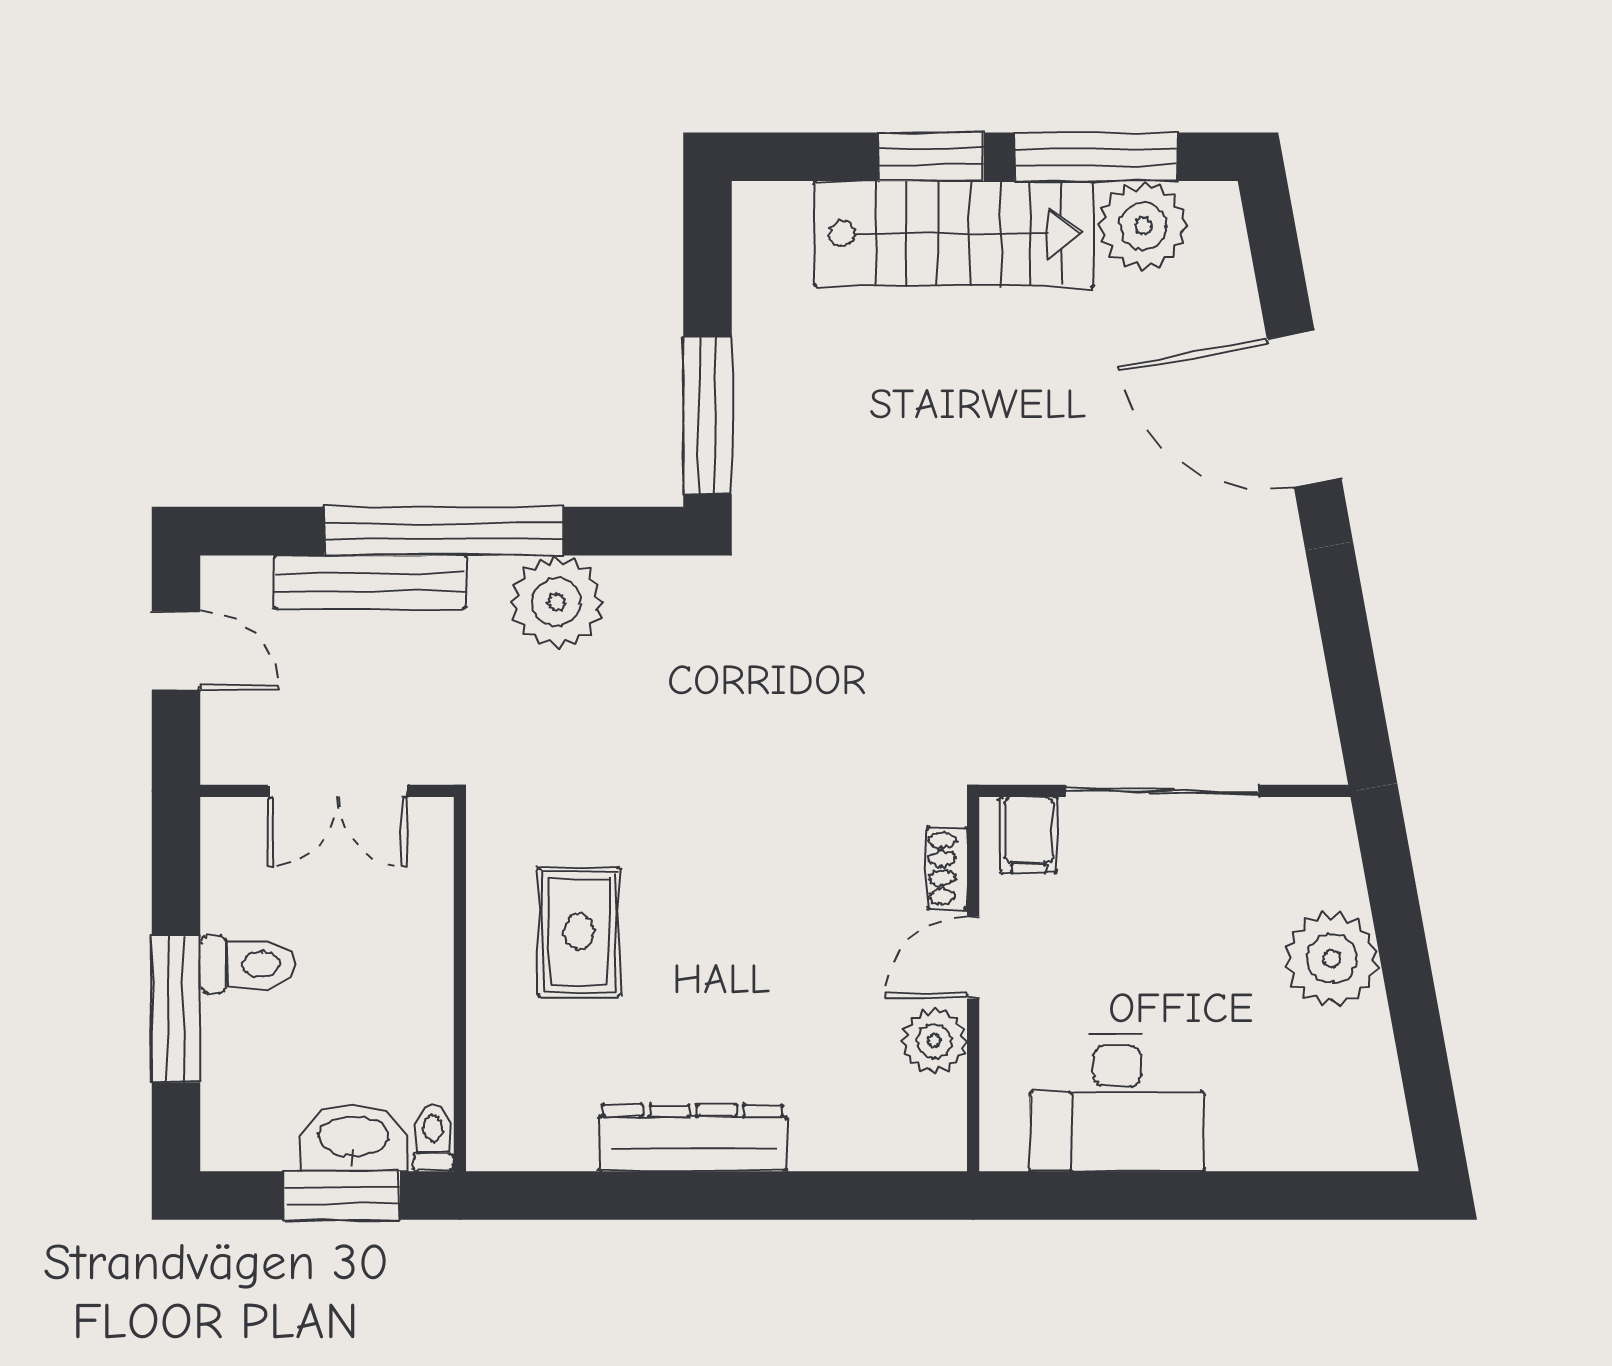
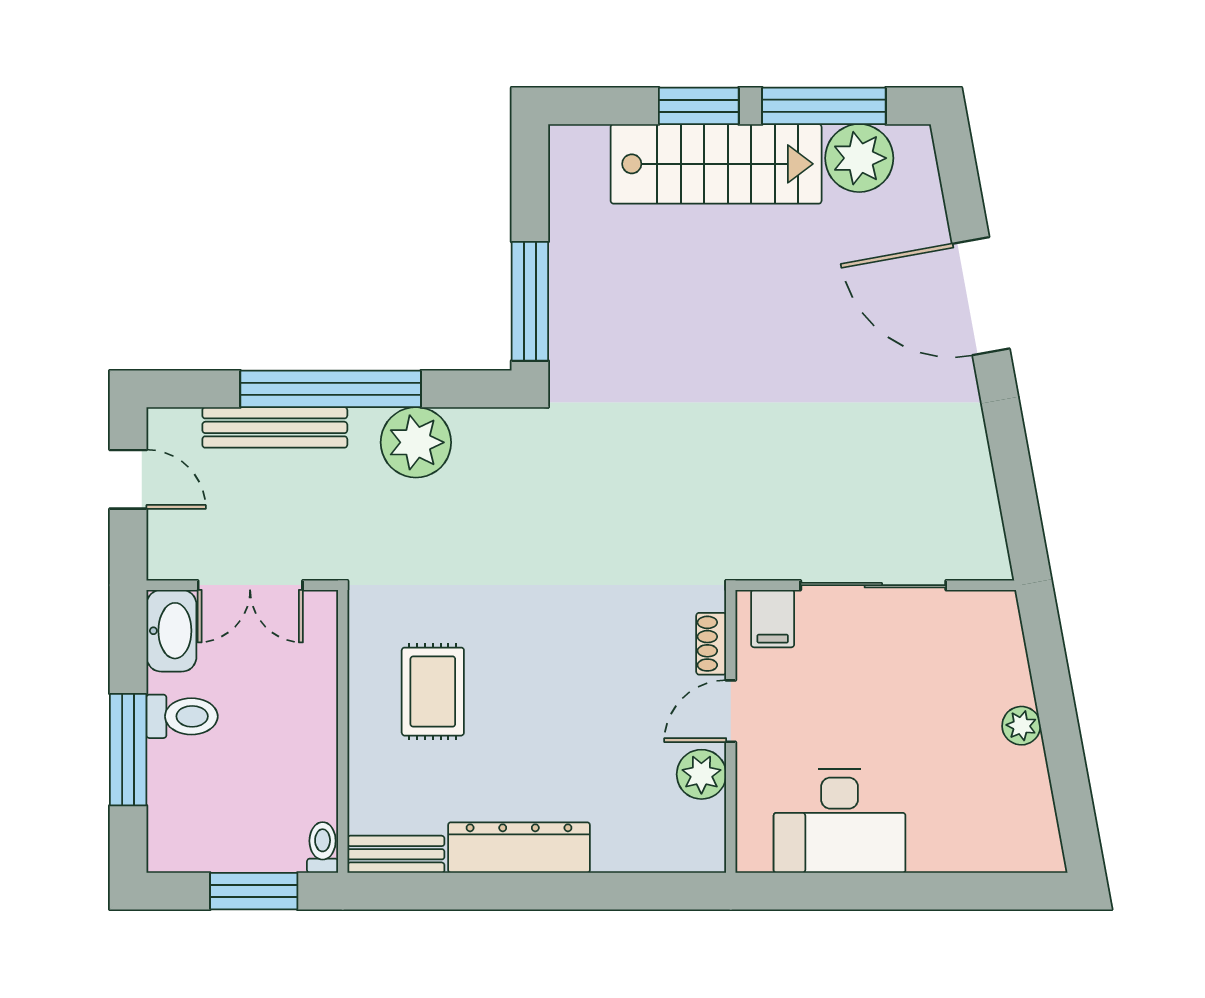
plant: (1332, 959) -> (1021, 726), width x0.53, depth x0.53
washbasin: (354, 1138) -> (171, 631), moved, turned 90
bench: (530, 1147) -> (396, 854), added

